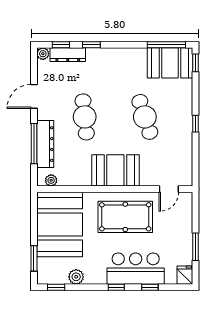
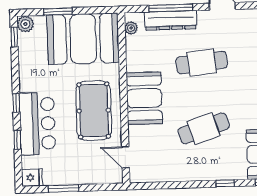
window: (196, 124) -> (225, 183), moved
window: (34, 258) -> (58, 11), moved
plant: (76, 277) -> (25, 24), moved

